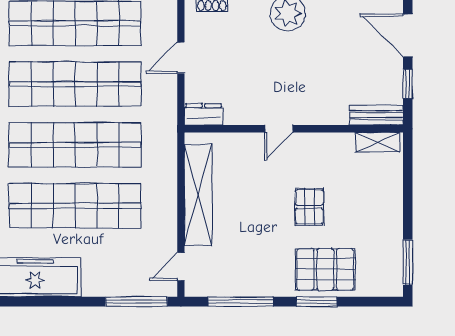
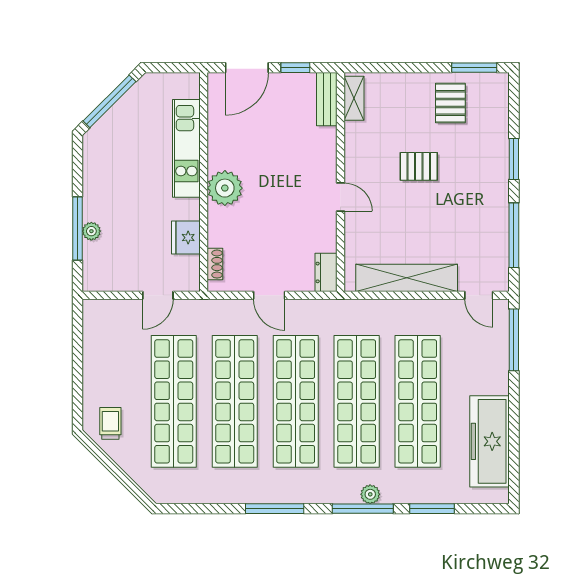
pallet: (325, 269) -> (450, 103), moved, width x0.67, depth x0.71

